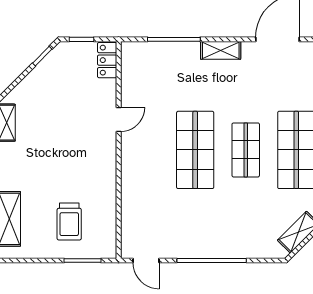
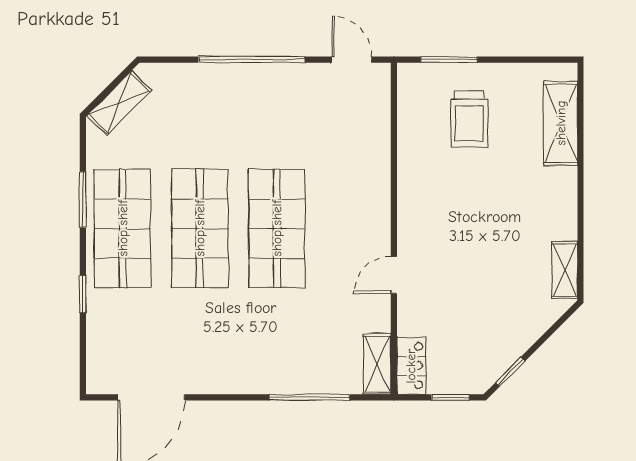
shelving: (221, 50) -> (377, 364), moved, turned 90
shop shelf: (246, 150) -> (200, 228), width x1.43, depth x1.36
trolley: (69, 222) -> (469, 119), turned 180

